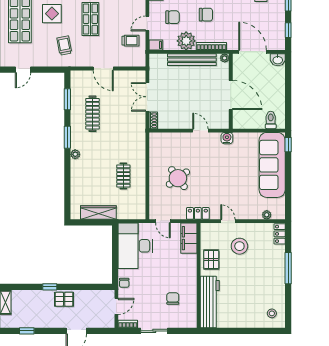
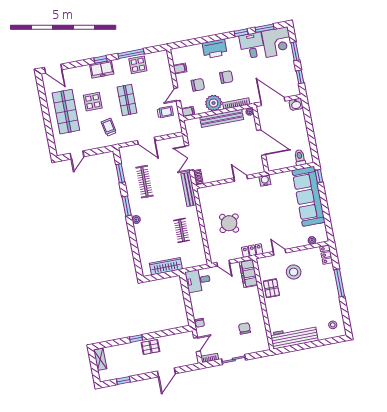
bench: (140, 132) -> (189, 189), added
desk: (135, 246) -> (198, 280), width x0.53, depth x0.77
workbench: (210, 302) -> (294, 337), moved, turned -90

